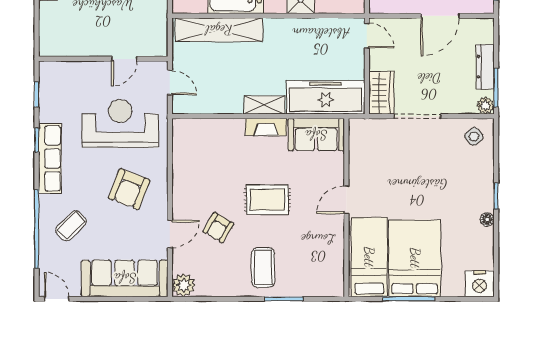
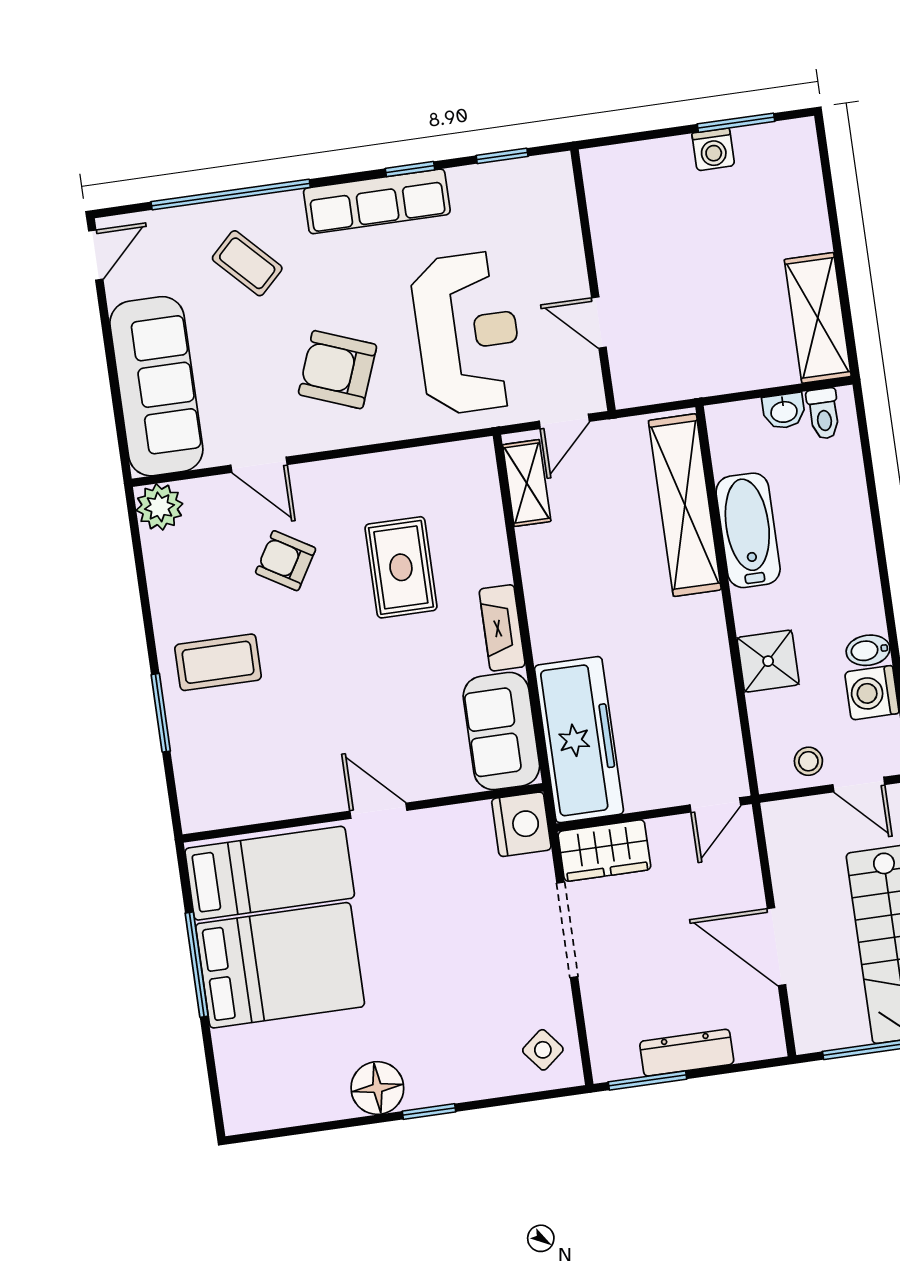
shelving: (265, 105) -> (527, 483), moved
plant: (485, 106) -> (608, 1064), removed
rug: (267, 200) -> (401, 567), moved
floor lamp: (487, 220) -> (377, 1088), width x1.89, depth x1.89
nightstand: (480, 284) -> (521, 824), moved, turned 180

